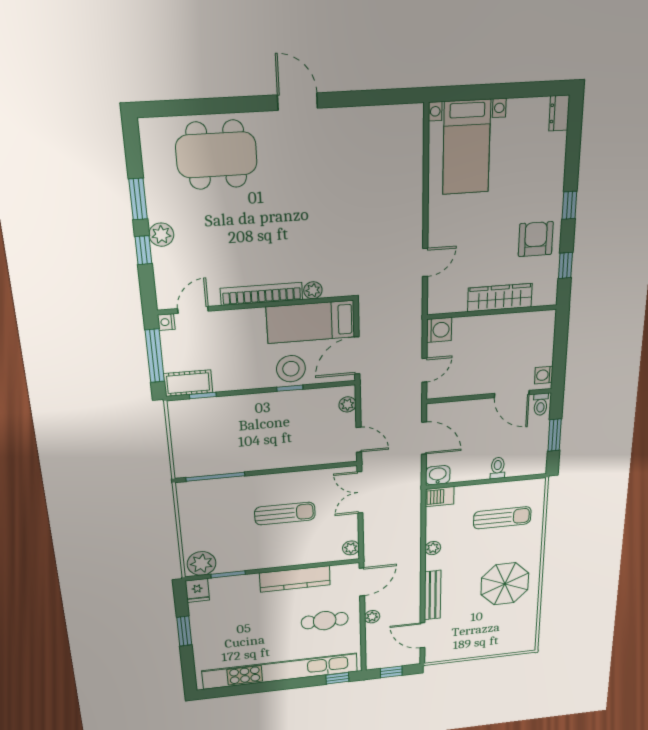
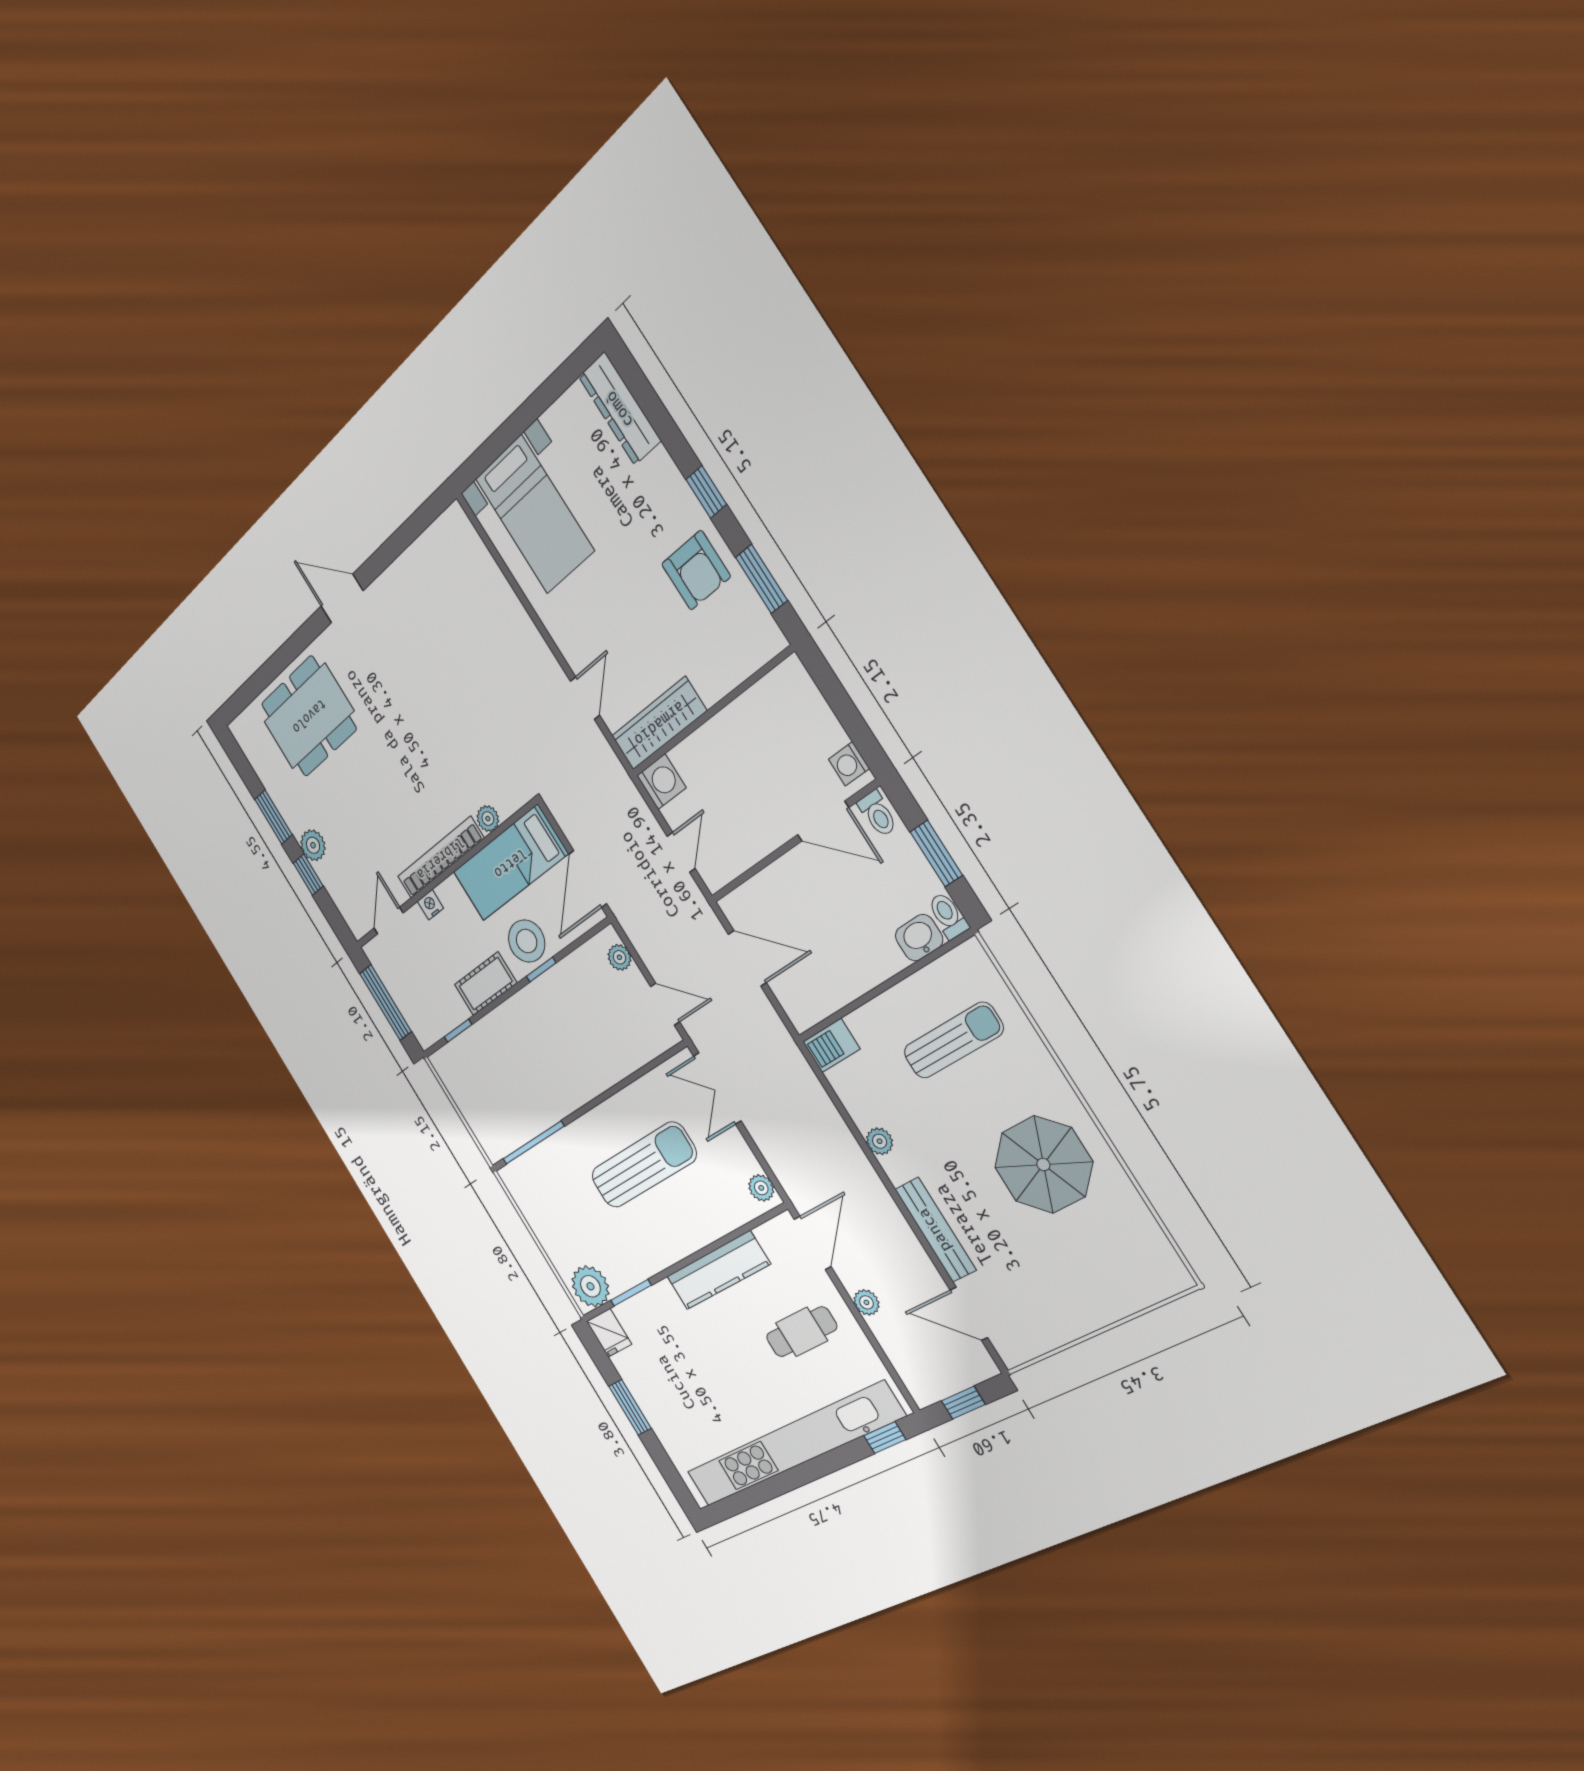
dresser: (559, 113) -> (620, 409), width x1.96, depth x1.24
armchair: (536, 239) -> (696, 570), turned 180
window: (565, 265) -> (761, 579), width x1.50
wardrobe: (500, 298) -> (659, 723), moved
nightstand: (166, 322) -> (430, 905), moved, turned 90
cot: (188, 383) -> (486, 984), moved
toilet: (498, 468) -> (948, 916), moved
washbasin: (438, 475) -> (919, 938), moved
sun lounger: (285, 514) -> (644, 1165), width x1.36, depth x1.34

